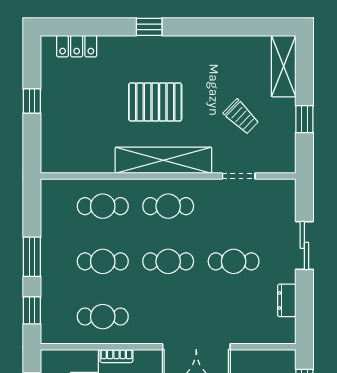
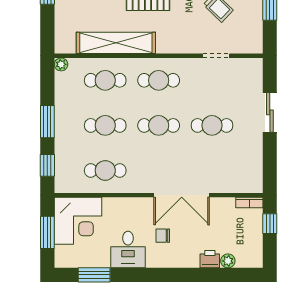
shelving: (163, 160) -> (116, 43), moved
plant: (49, 187) -> (61, 64), added
dresser: (287, 300) -> (255, 157), removed
bookcase: (116, 356) -> (249, 203), moved

